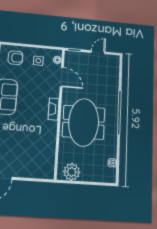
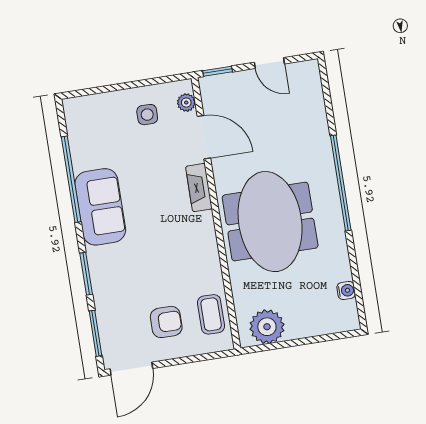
door: (98, 52) -> (269, 63), swing flipped
armchair: (15, 58) -> (166, 322), moved
fireplace: (54, 109) -> (199, 188), moved
coffee table: (46, 160) -> (211, 314), added

